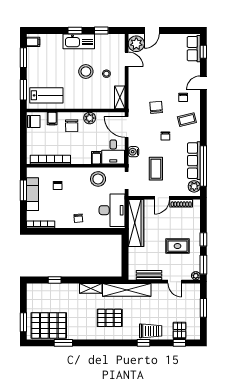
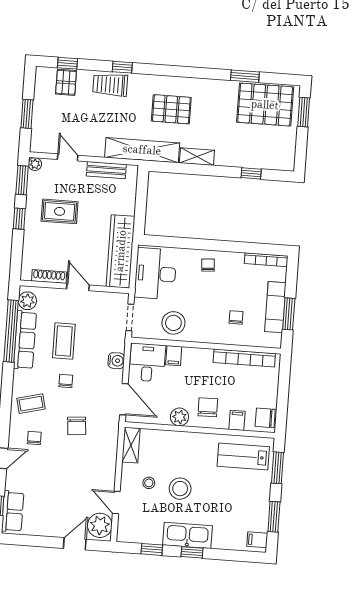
coffee table: (156, 169) -> (64, 341), moved
door: (162, 198) -> (78, 287), hinge flipped

